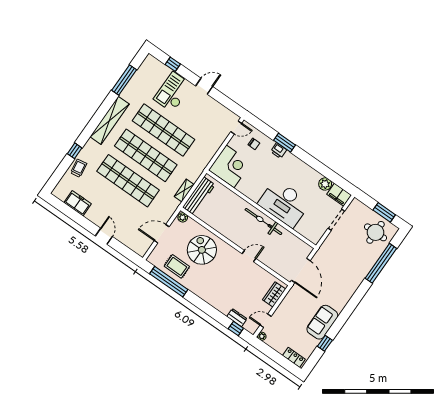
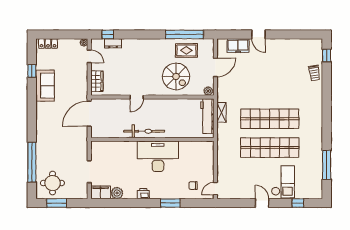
door: (204, 86) -> (262, 203), swing flipped
shelving: (110, 120) -> (316, 126), removed
window: (75, 151) -> (327, 56), moved
printer: (279, 151) -> (143, 194), moved
corner desk: (230, 166) -> (199, 155), removed
shop shelf: (128, 181) -> (270, 90), removed
freezer: (78, 203) -> (238, 46), moved
desk: (284, 203) -> (158, 156), moved
door: (301, 270) -> (89, 114), hinge flipped
door: (266, 321) -> (89, 56), hinge flipped

